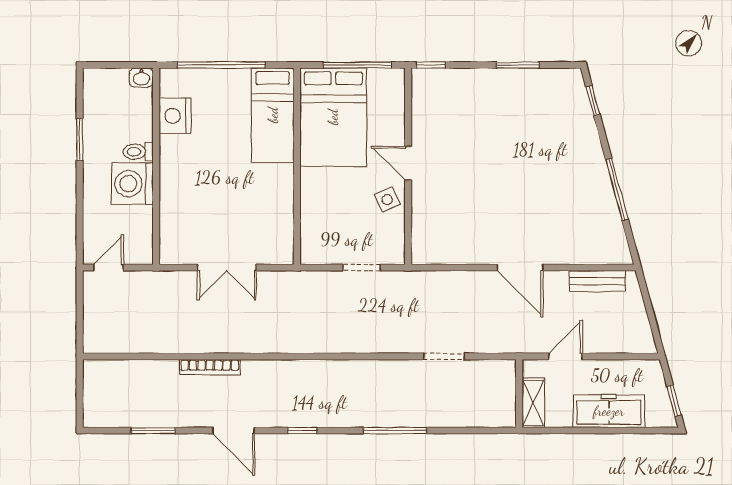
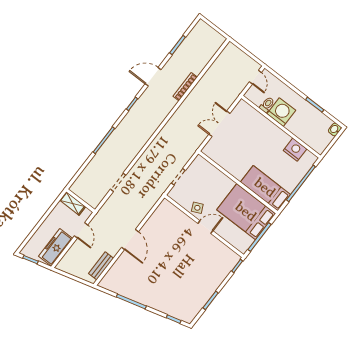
washbasin: (141, 78) -> (335, 129), moved
toilet: (138, 152) -> (267, 105), moved
door: (520, 268) -> (130, 239), swing flipped
freezer: (609, 411) -> (56, 247), moved, turned 180

